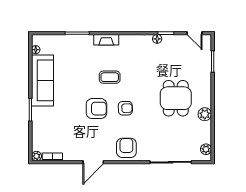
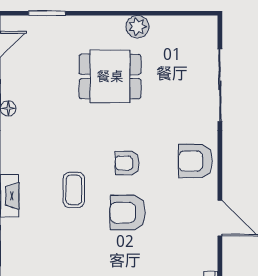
armchair: (125, 108) -> (127, 163), turned -88
armchair: (96, 109) -> (128, 213), turned -90
plant: (206, 149) -> (198, 25), removed

